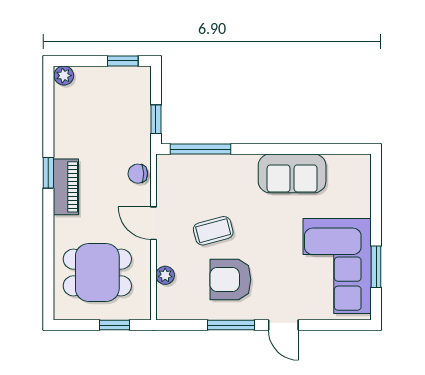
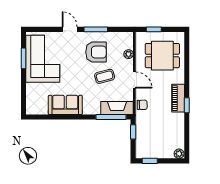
fireplace: (188, 167) -> (117, 108), added

